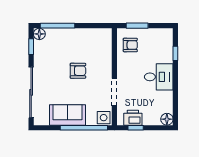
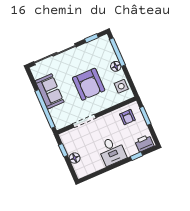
floor lamp: (39, 34) -> (116, 66), moved
armchair: (78, 71) -> (89, 84), width x1.88, depth x1.88
side table: (104, 118) -> (121, 86), moved
printer: (133, 118) -> (144, 143), moved, turned -90
floor lamp: (167, 119) -> (75, 158), moved

